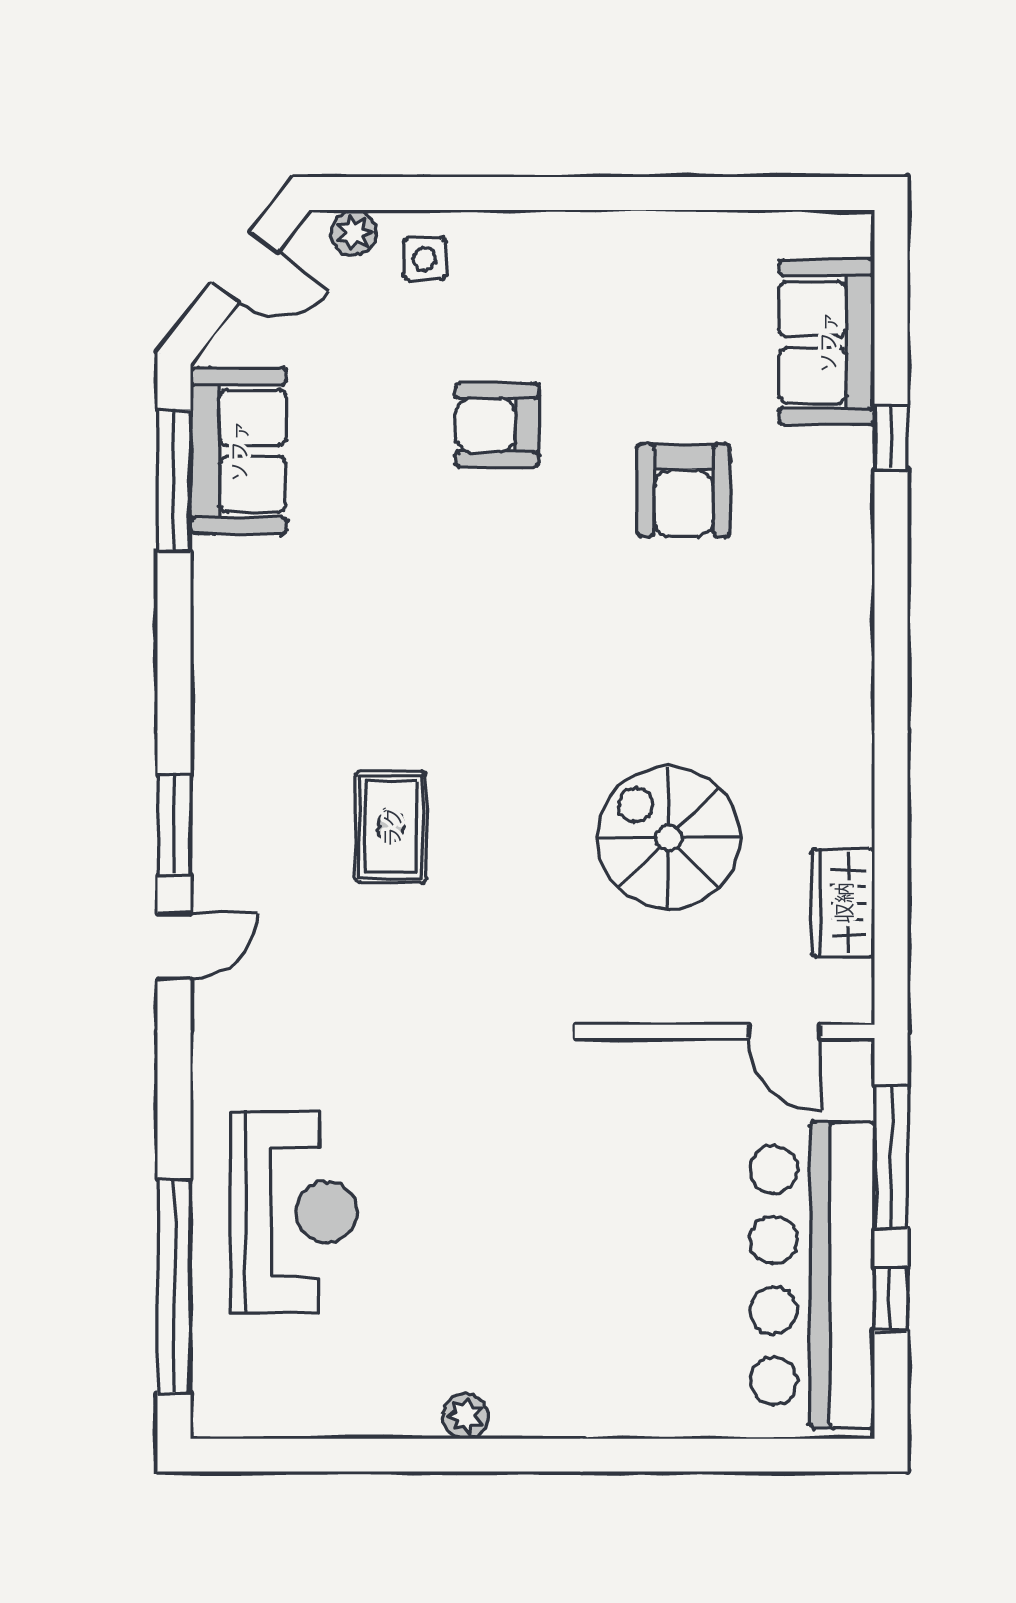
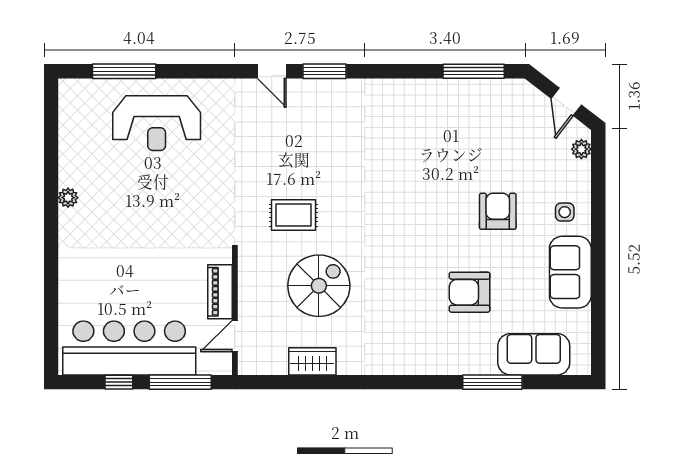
side table: (425, 259) -> (565, 212), moved
window: (891, 437) -> (492, 382), width x2.17
sofa: (238, 451) -> (570, 272), moved, turned 90
rug: (391, 827) -> (293, 215), moved
wardrobe: (843, 903) -> (312, 361), moved
piano: (683, 1066) -> (220, 292), added
window: (174, 1287) -> (124, 71), width x0.68

